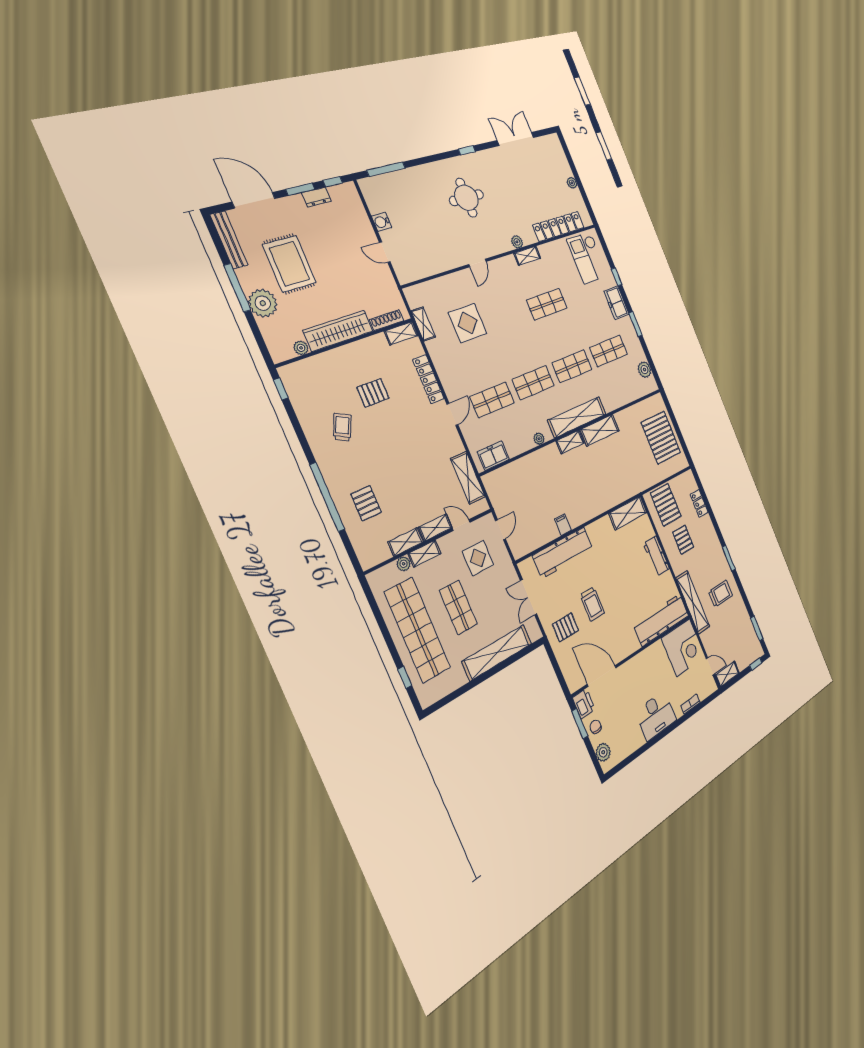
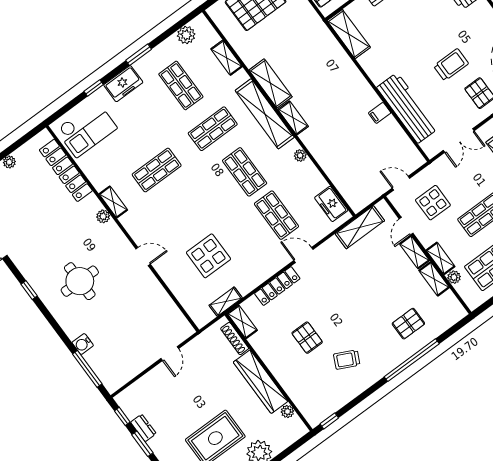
water cooler: (382, 222) -> (83, 344), moved, turned 90
shop shelf: (547, 304) -> (157, 170), turned 90
shop shelf: (572, 366) -> (213, 129), turned 90
shelving: (624, 398) -> (227, 58), added

